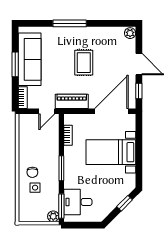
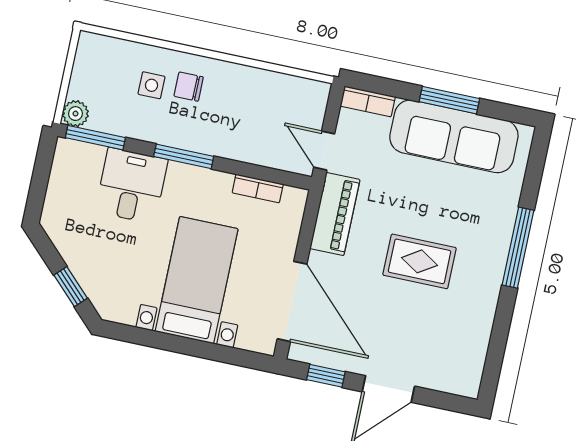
plant: (130, 33) -> (465, 384), removed
desk: (78, 202) -> (131, 186), moved

